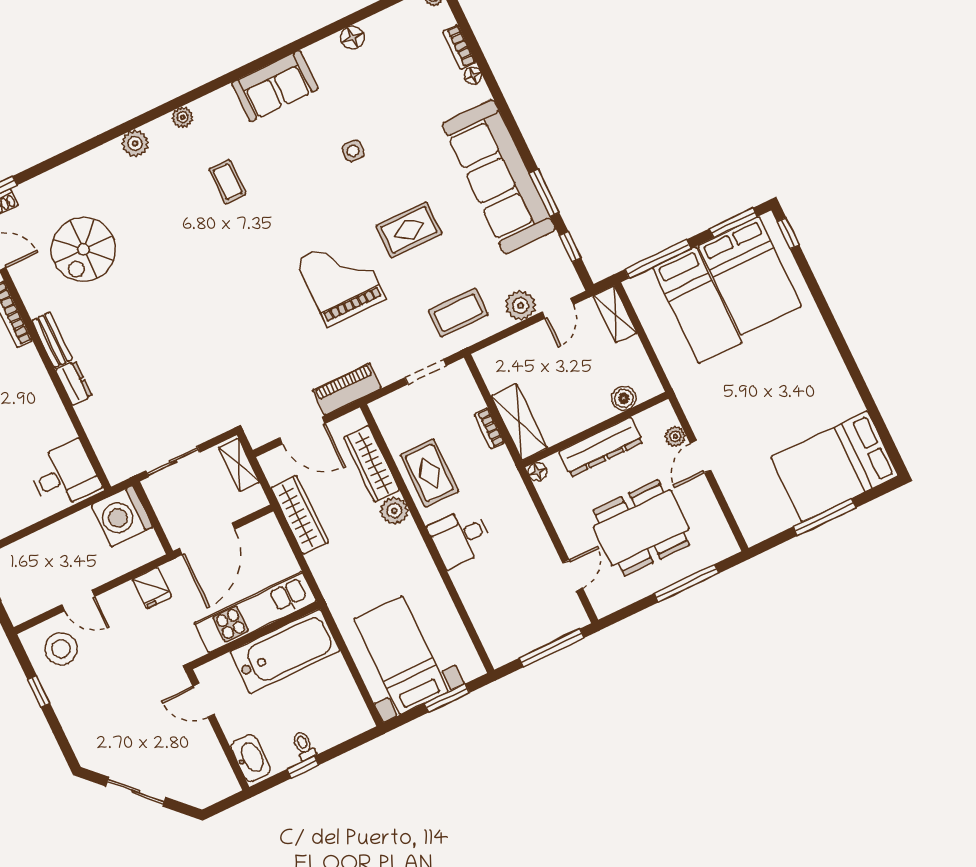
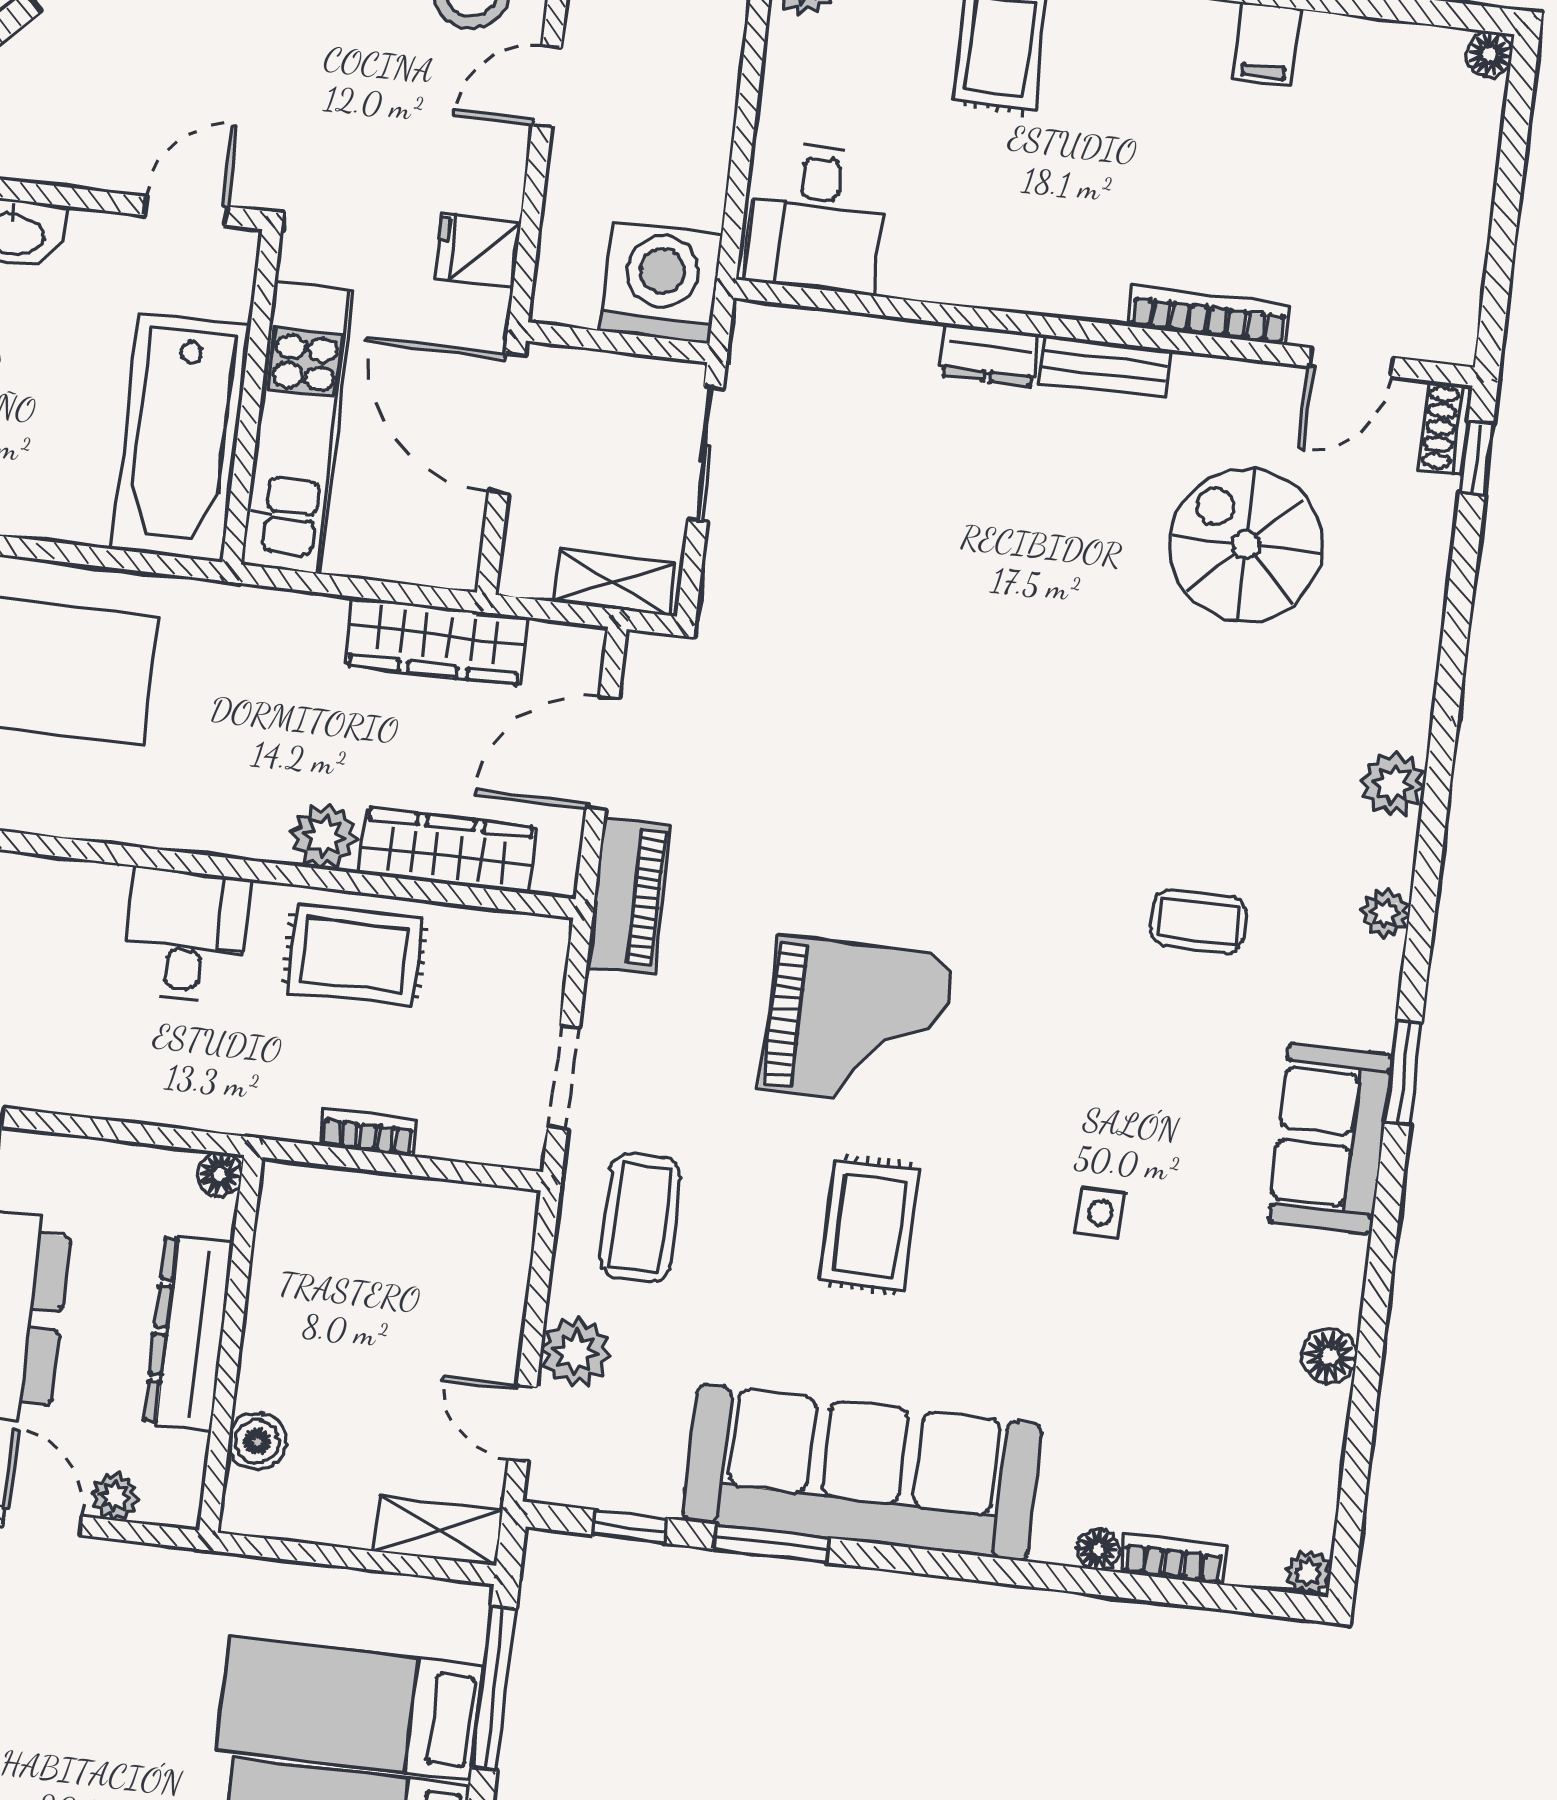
window: (235, 75) -> (1403, 1072), added
shelving: (519, 422) -> (343, 1201), removed

